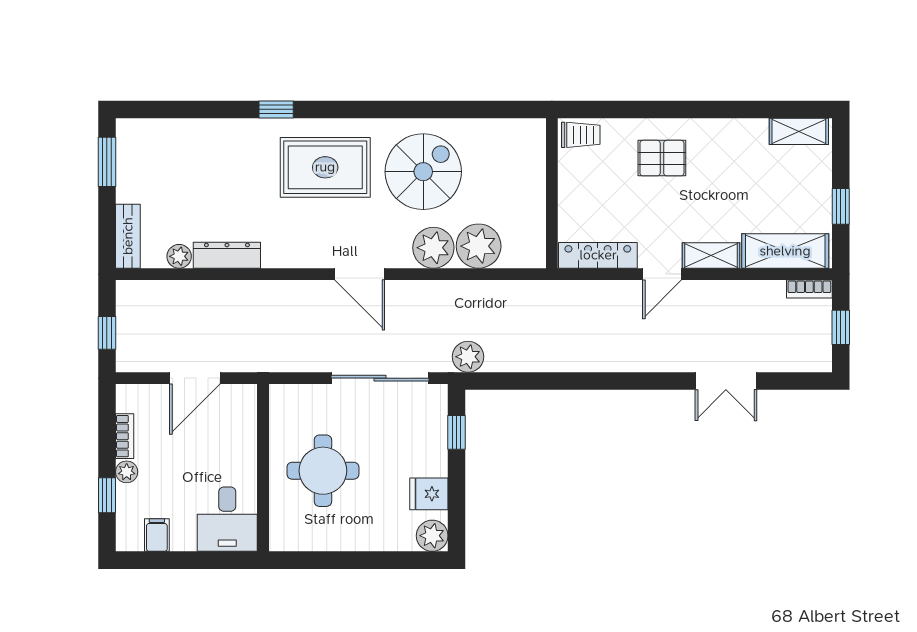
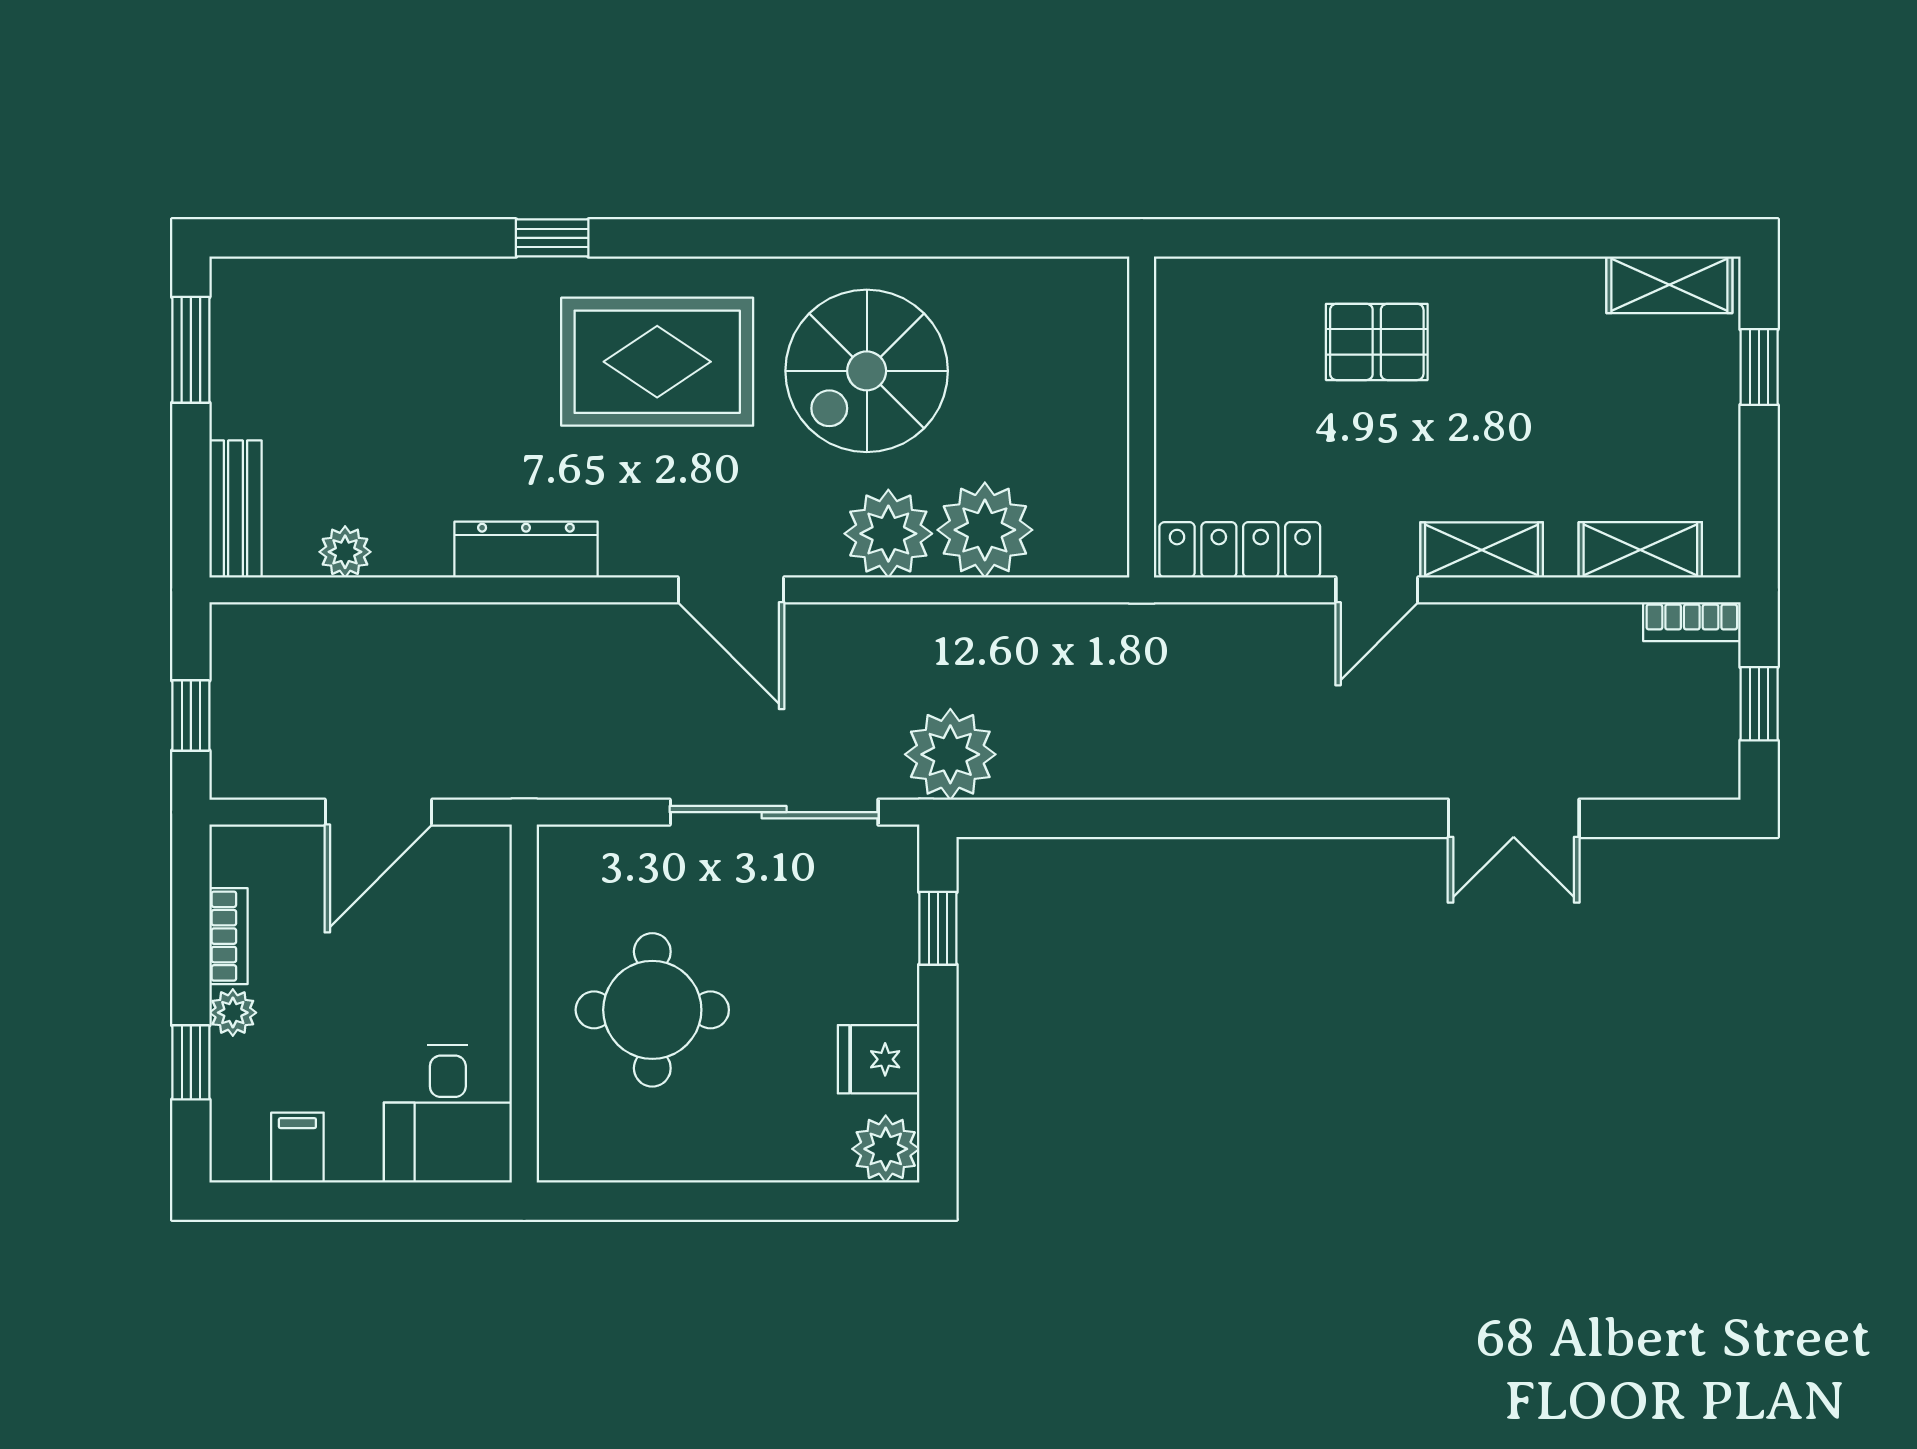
trolley: (581, 135) -> (1203, 292), removed
spiral stairs: (423, 172) -> (867, 371), turned 180
window: (841, 206) -> (1759, 367), moved
shelving: (785, 251) -> (1640, 550), width x0.67, depth x0.75
dresser: (227, 255) -> (526, 550), moved
plant: (468, 357) -> (950, 754), width x1.36, depth x1.36

